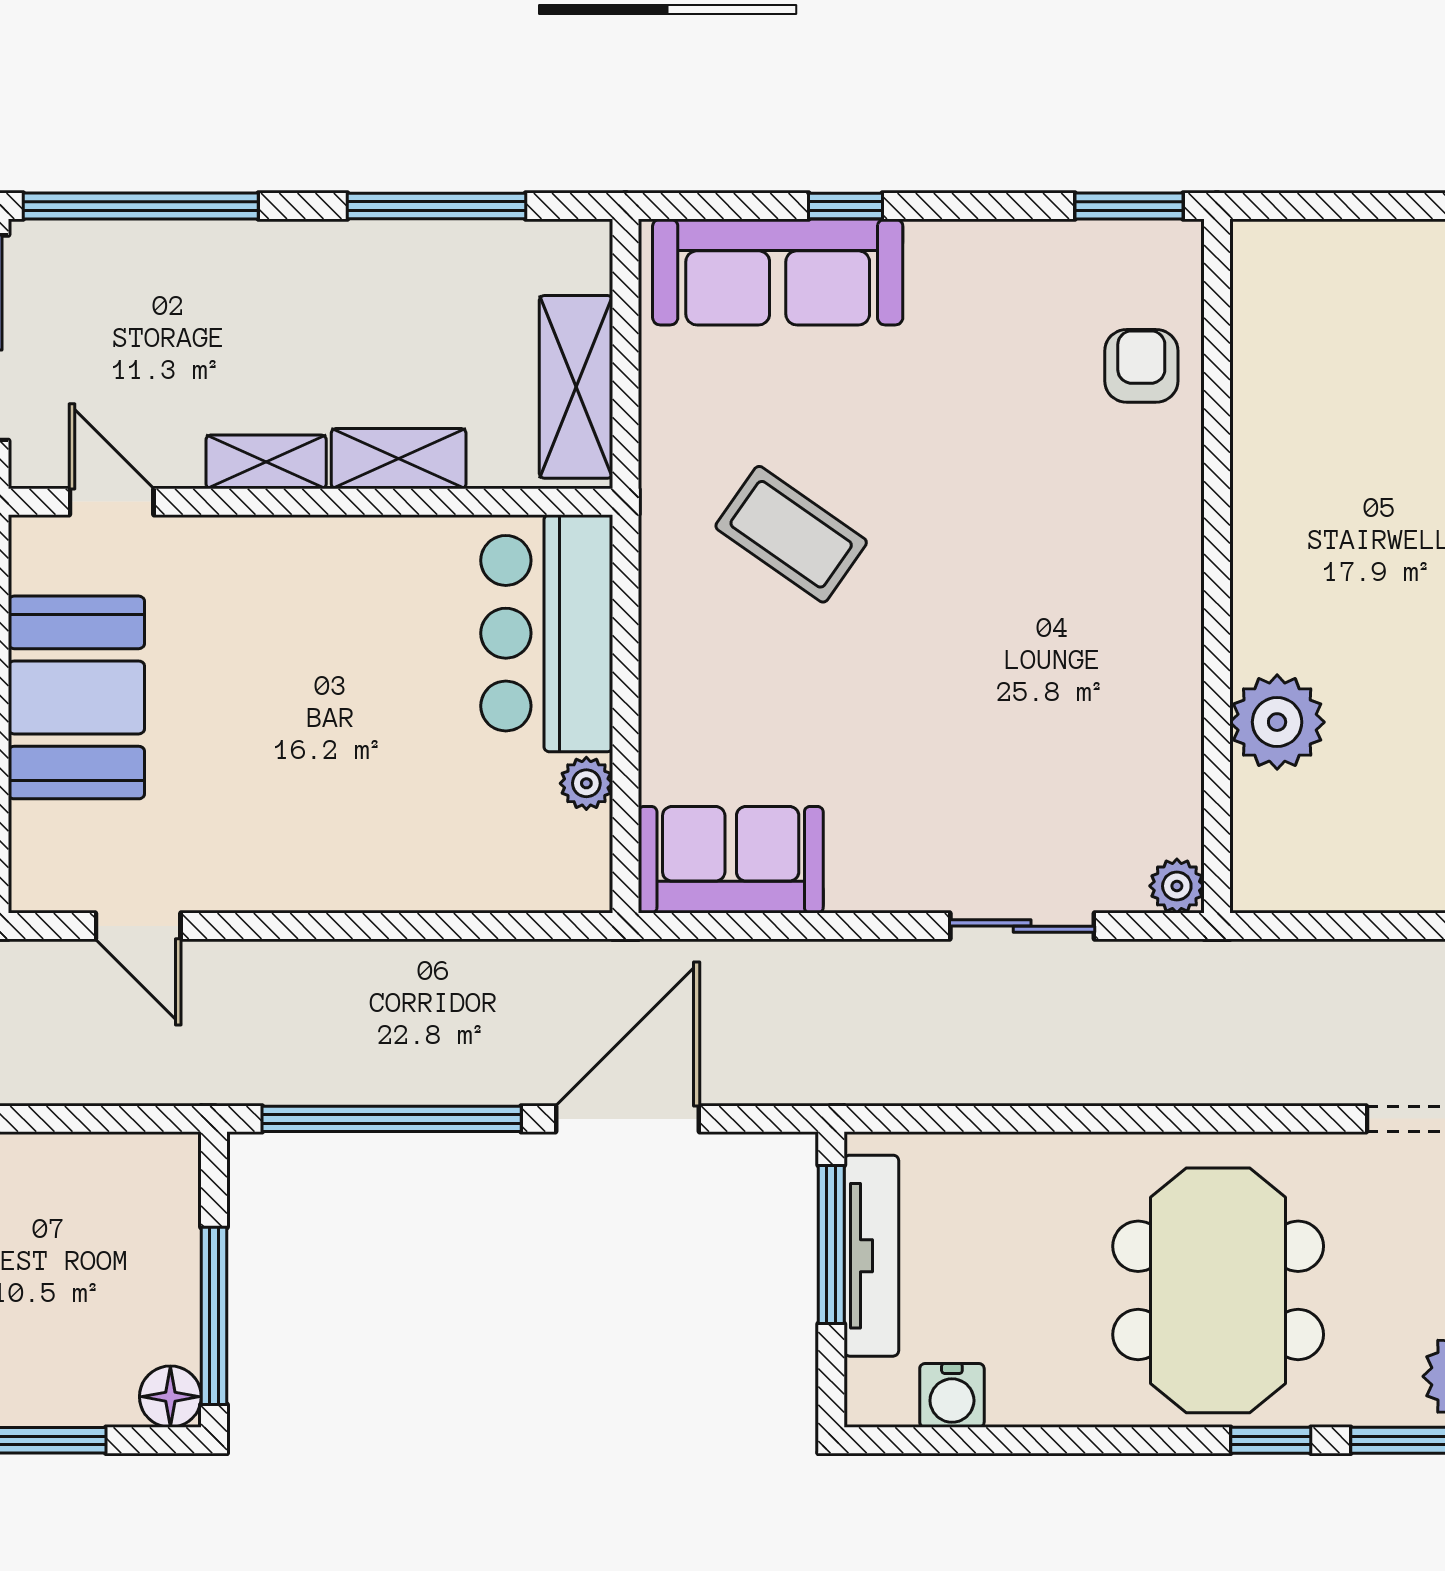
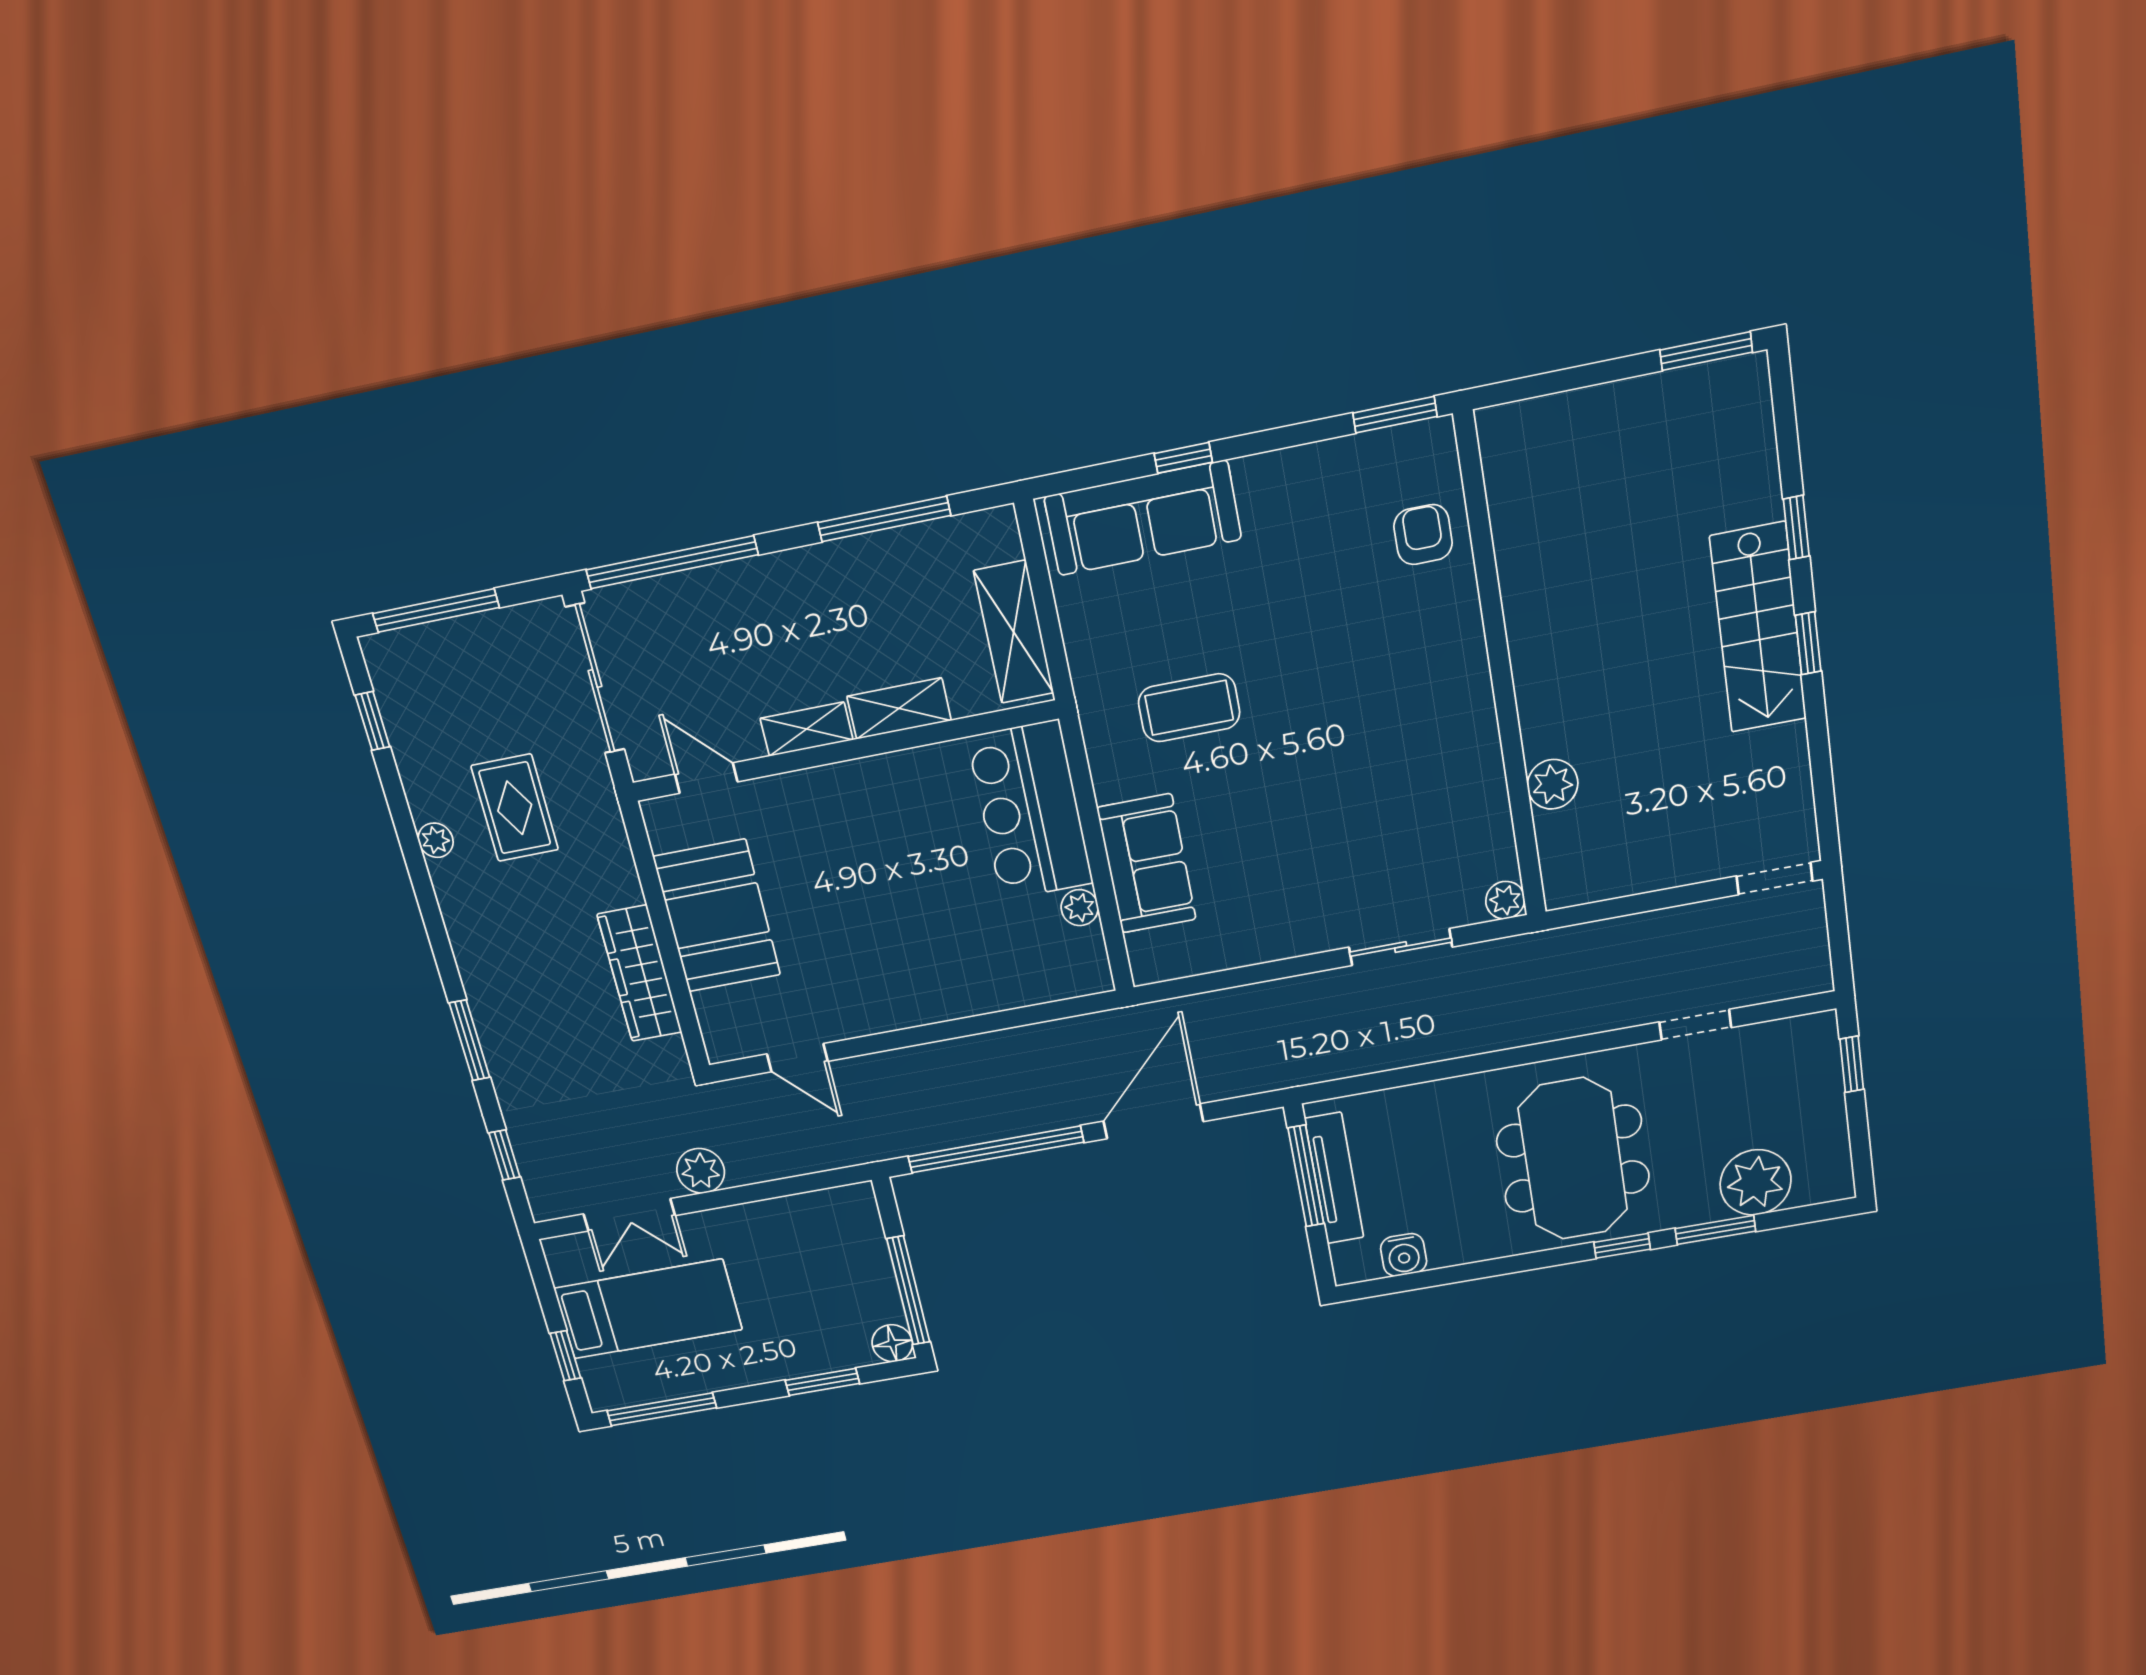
coffee table: (791, 534) -> (1189, 708), turned -35
plant: (1277, 722) -> (1553, 784), width x0.73, depth x0.73
sofa: (731, 860) -> (1147, 864), moved, turned 90

